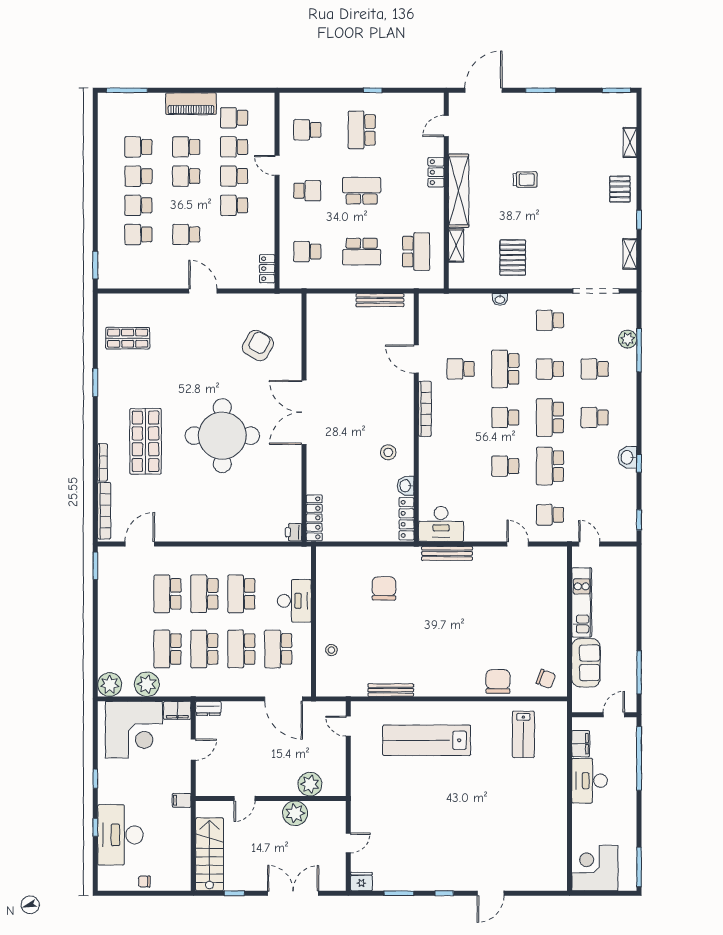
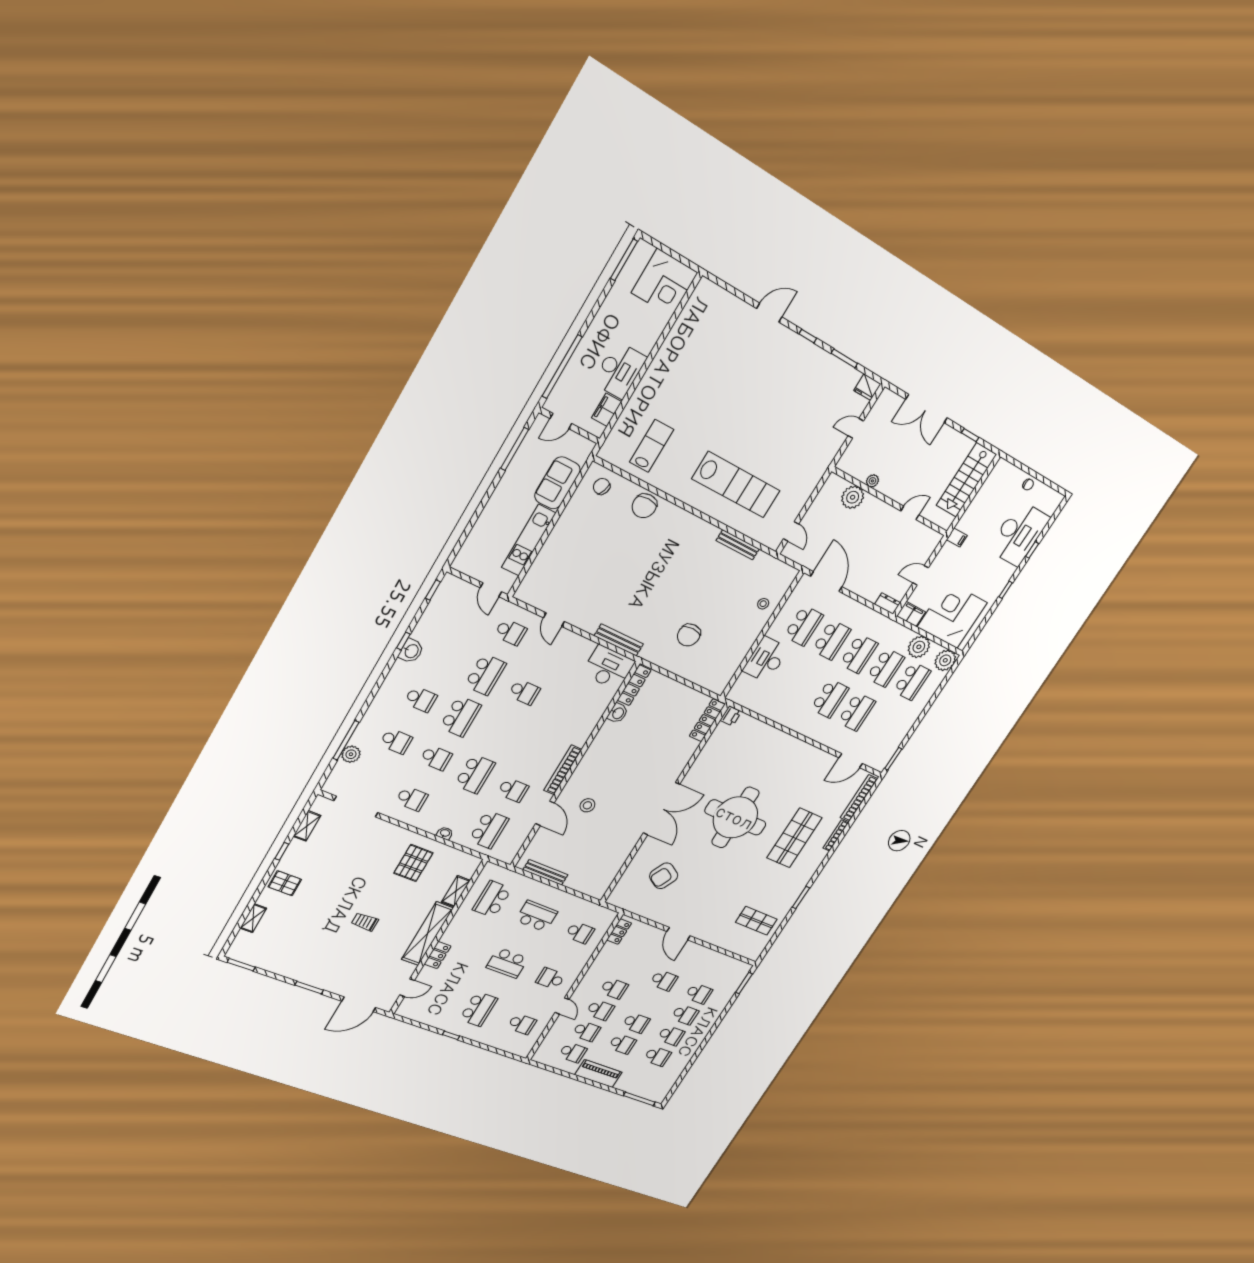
pallet: (620, 189) -> (285, 883), turned 90
school desk: (505, 418) -> (489, 830), moved, width x1.85
stool: (388, 452) -> (587, 805), moved
school desk: (241, 594) -> (912, 681), moved
plant: (295, 813) -> (872, 481), width x0.53, depth x0.53

